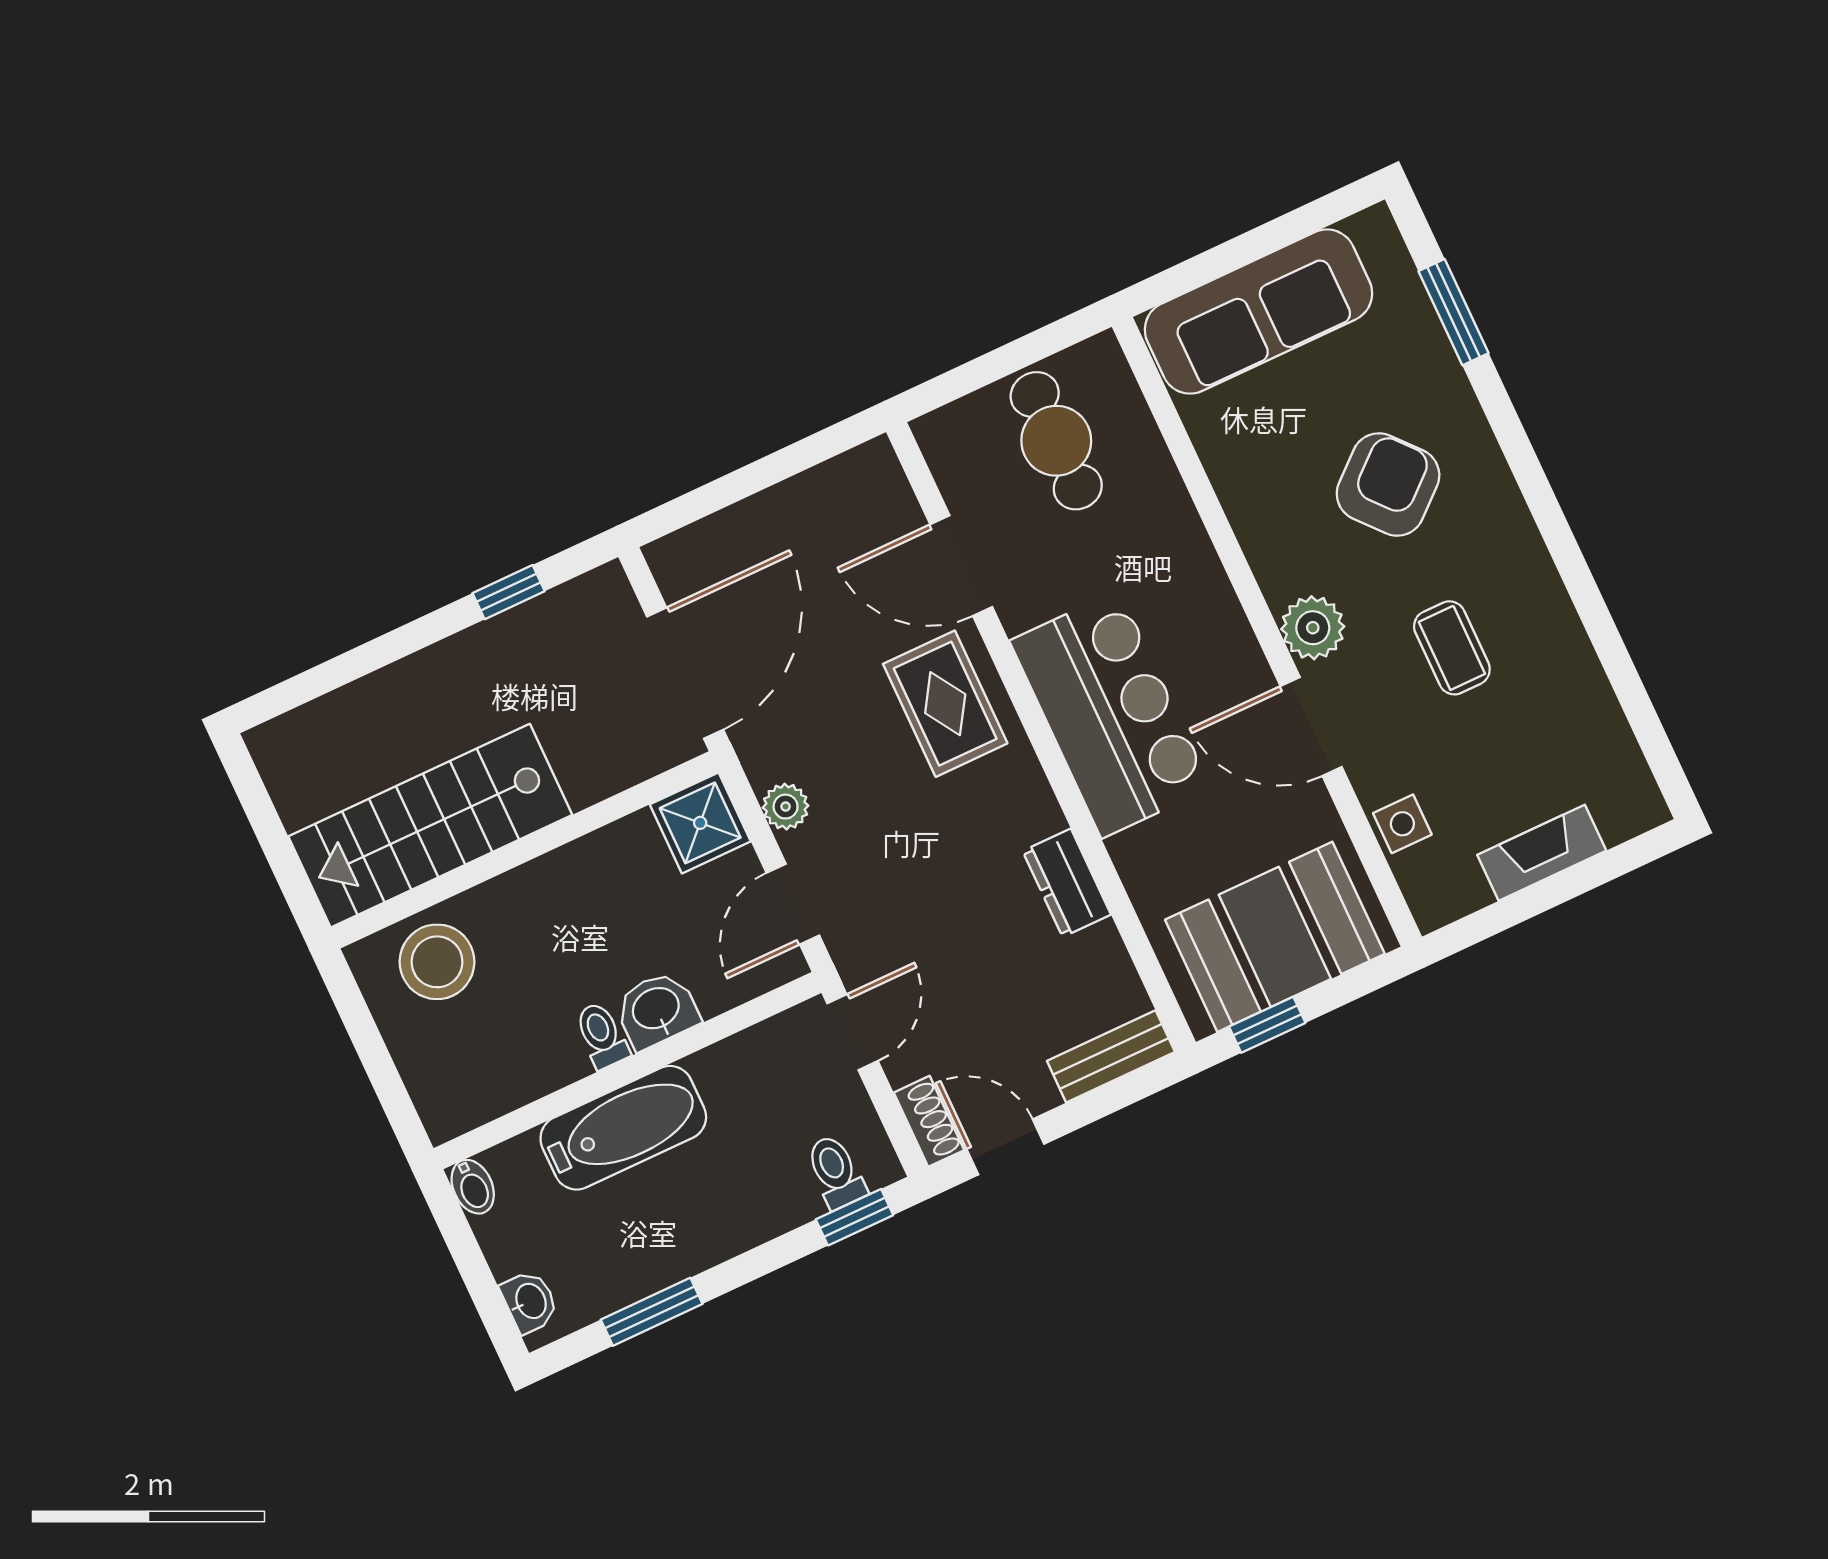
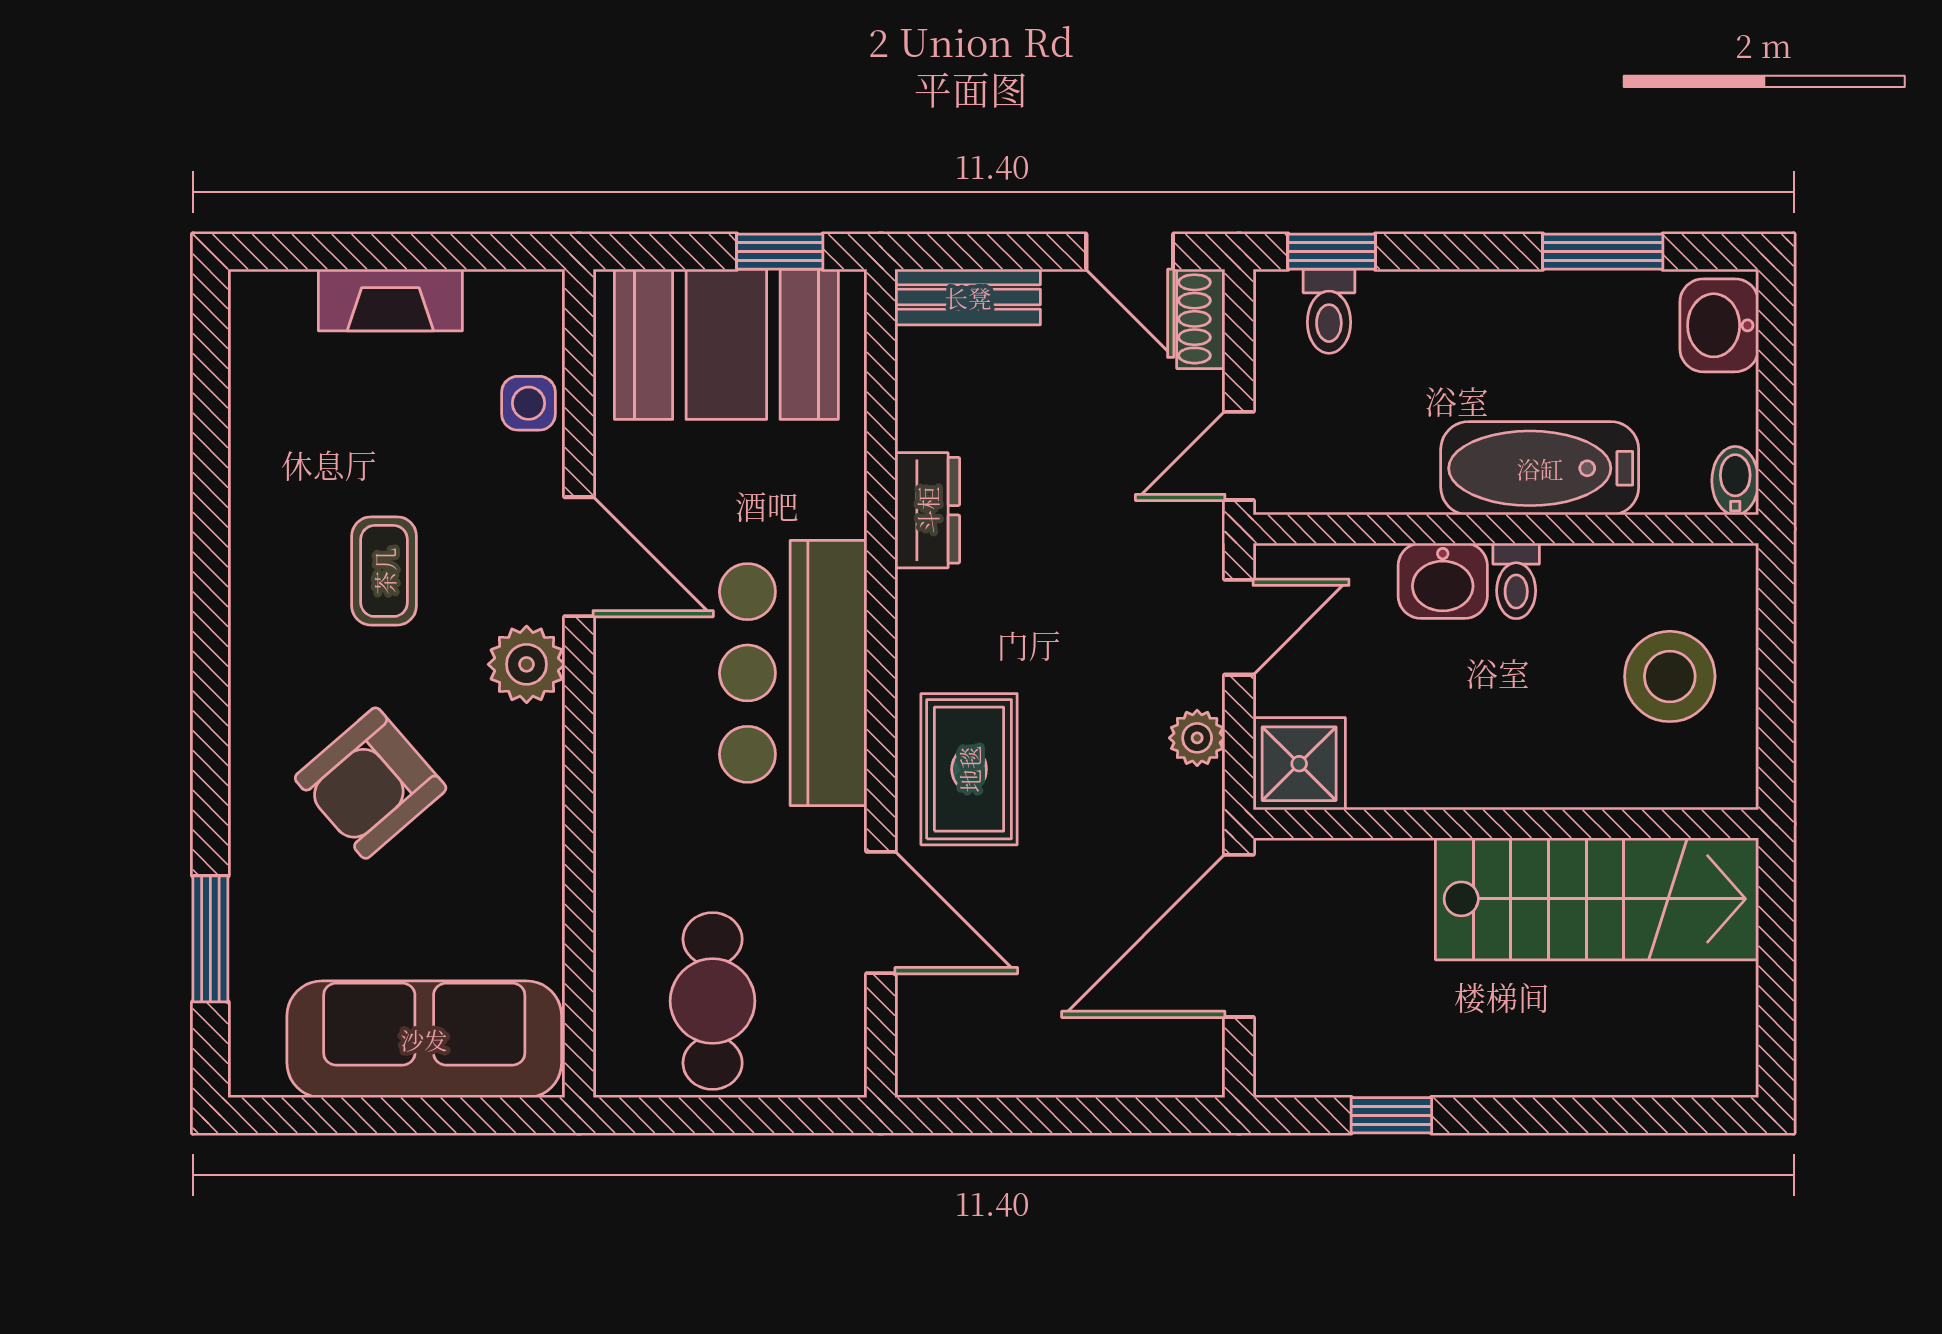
stool: (437, 962) -> (1670, 676), moved
washbasin: (530, 1302) -> (1719, 325), width x1.38, depth x1.45

